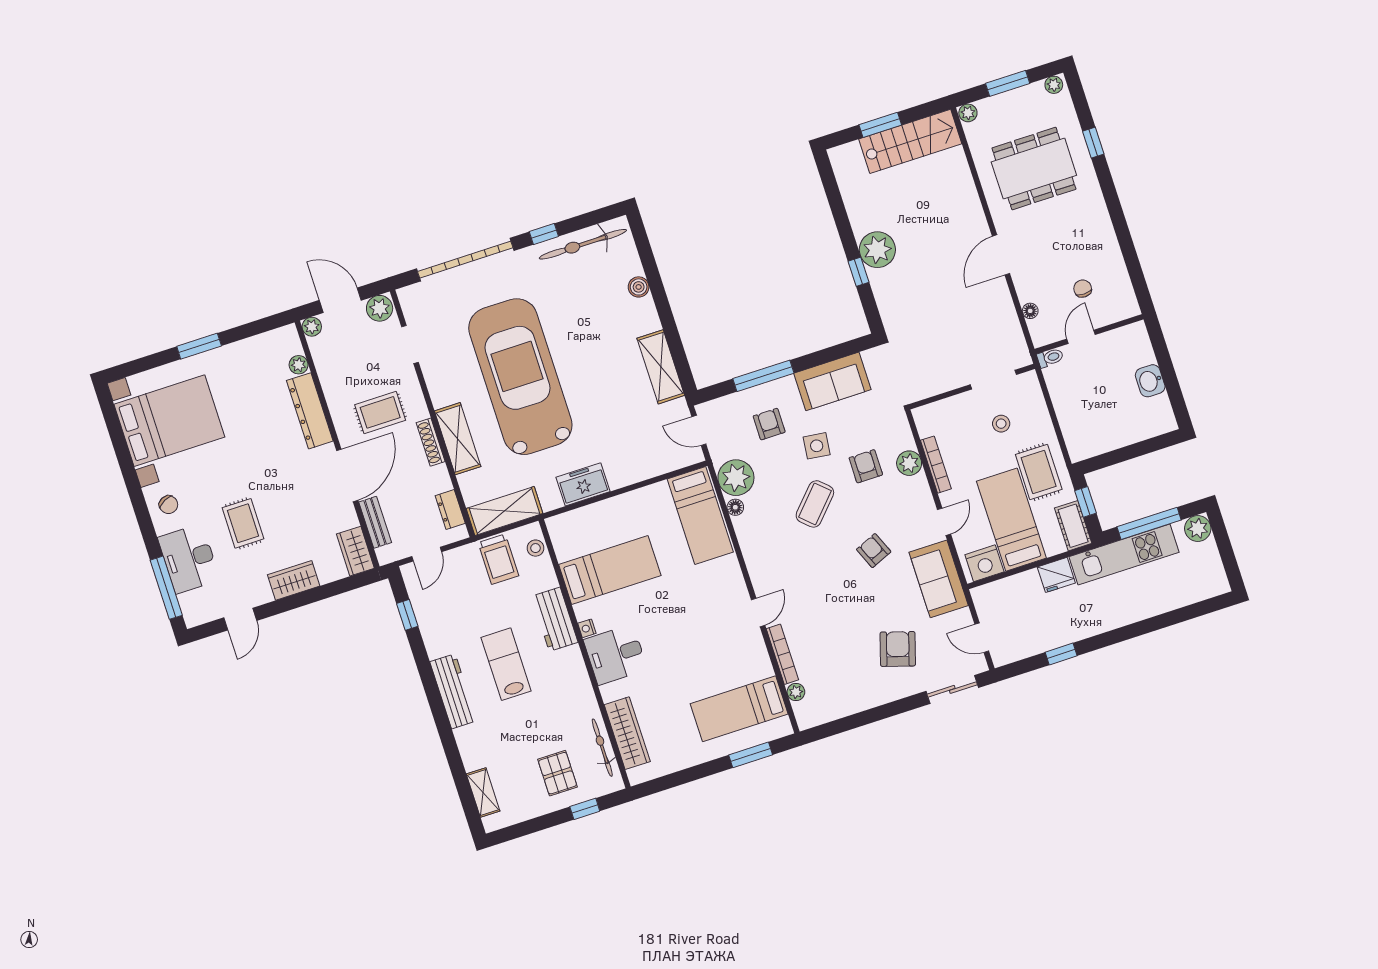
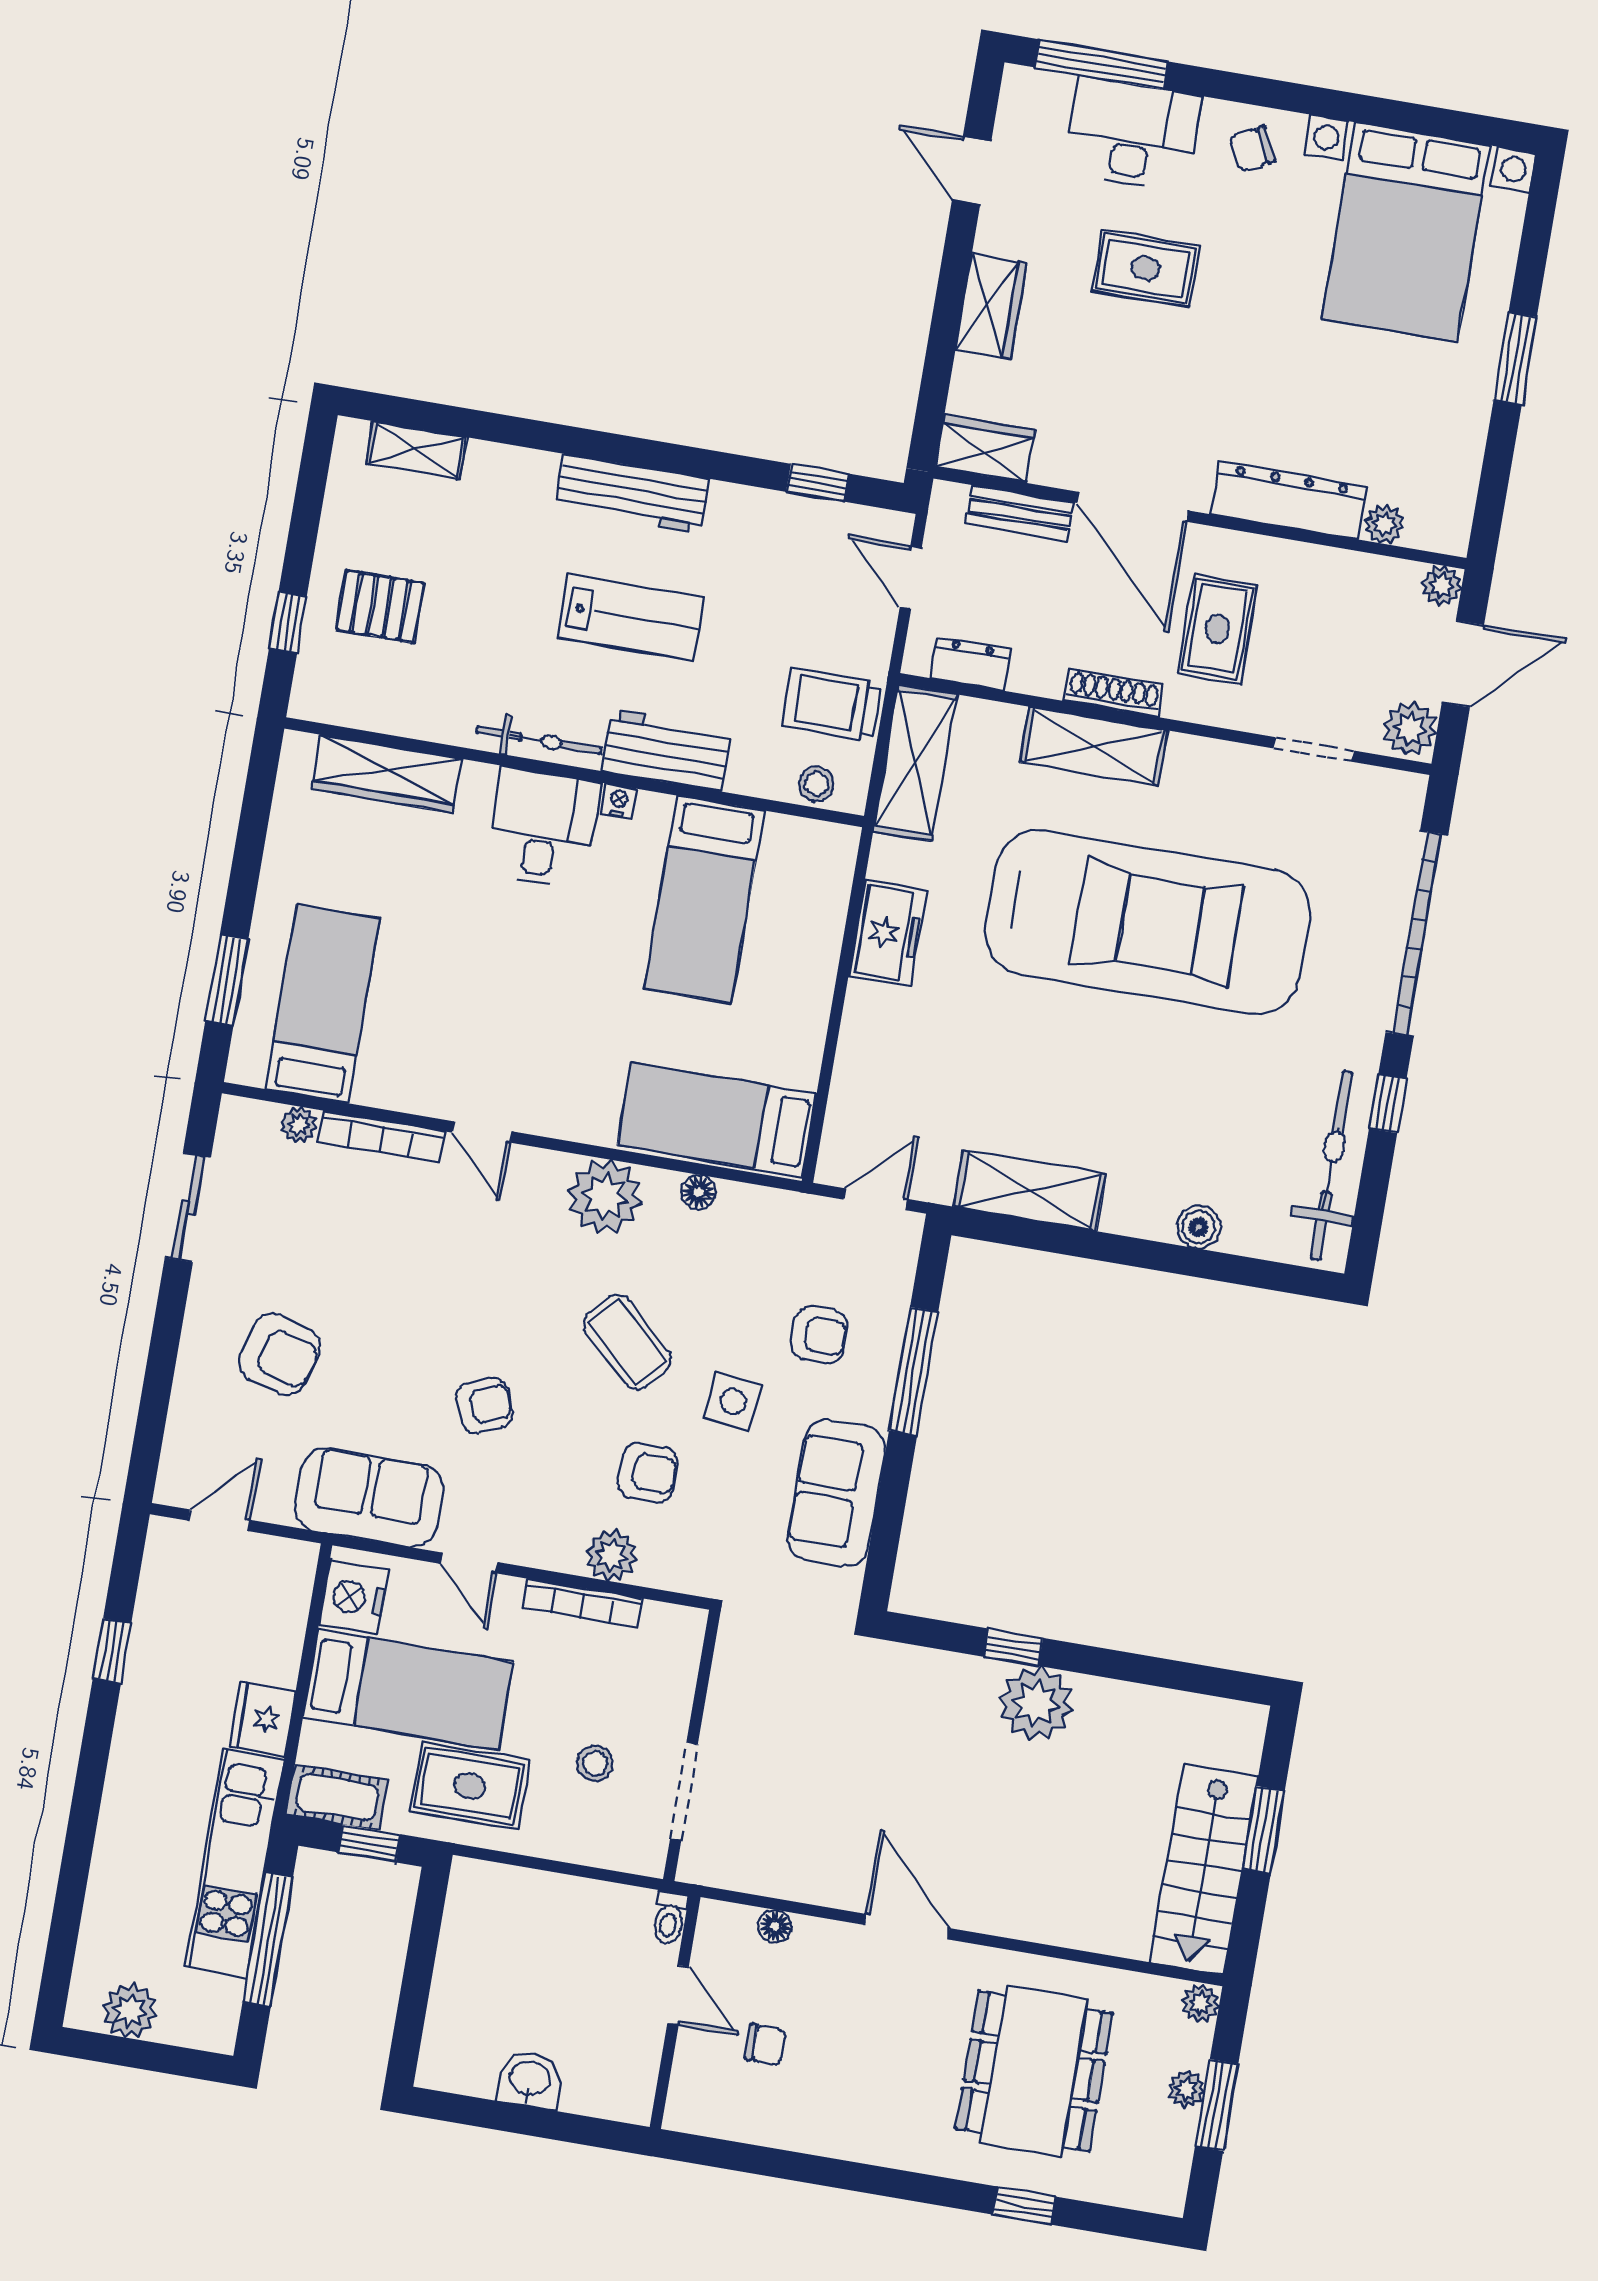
plant: (1054, 85) -> (1186, 2089), moved
plant: (736, 478) -> (605, 1197), moved
plant: (1198, 528) -> (130, 2011), moved
sliding door: (952, 689) -> (188, 1207), moved
bicycle: (602, 748) -> (539, 740), moved

